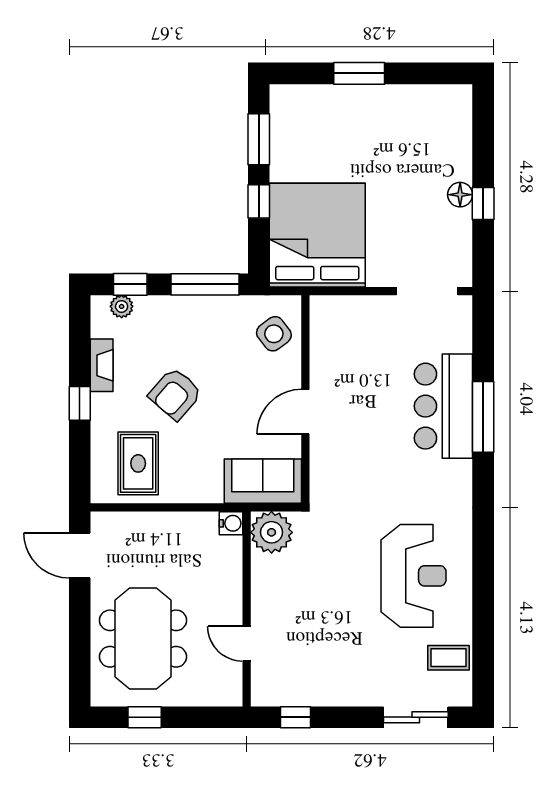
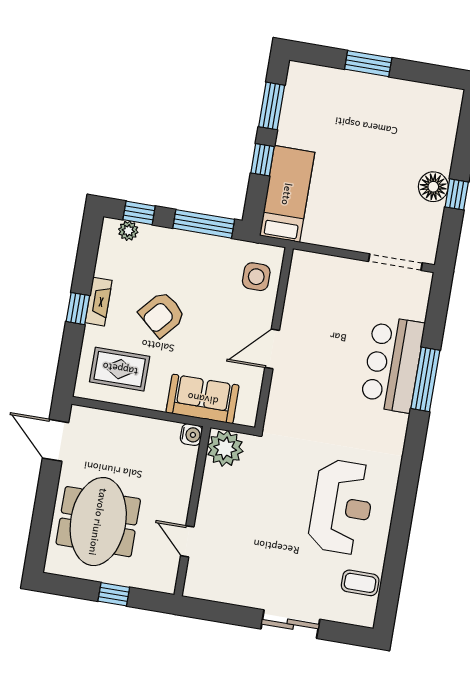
floor lamp: (460, 195) -> (433, 187), width x1.38, depth x1.38
bed: (317, 235) -> (287, 194), width x0.49
side table: (274, 334) -> (256, 277), turned 37
fireplace: (102, 365) -> (99, 302), moved
rug: (138, 463) -> (120, 369), turned 90
sofa: (263, 481) -> (203, 399), moved
window: (145, 717) -> (114, 594), moved
window: (296, 717) -> (219, 612), removed
sliding door: (416, 717) -> (290, 624), moved

